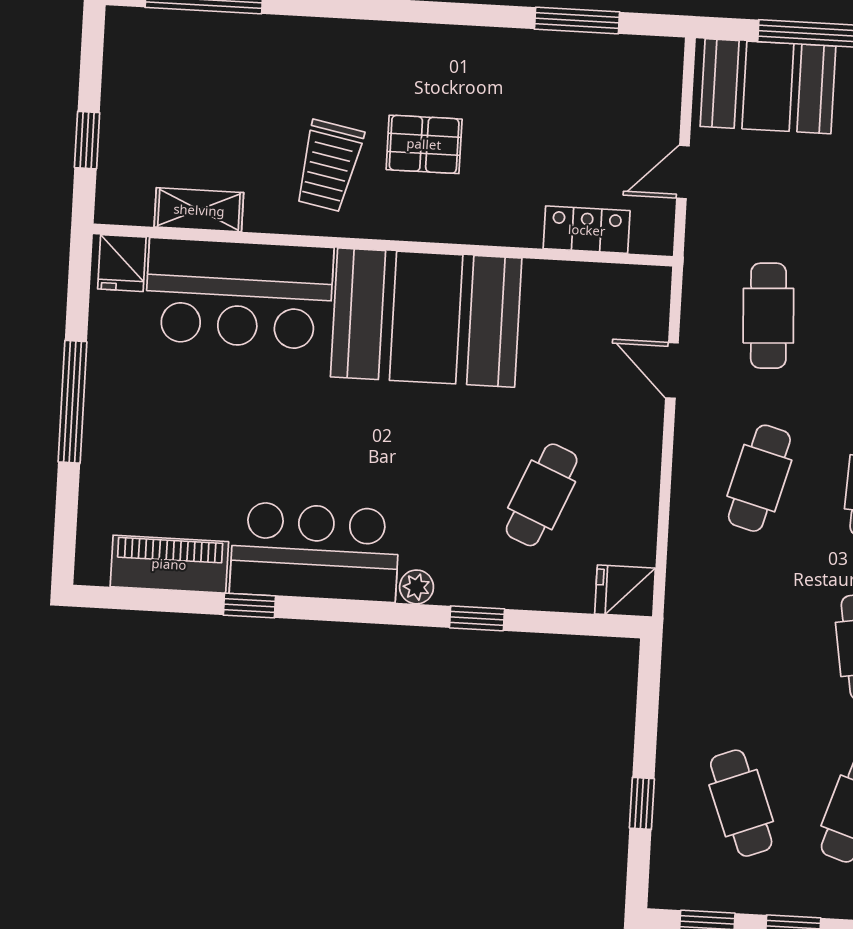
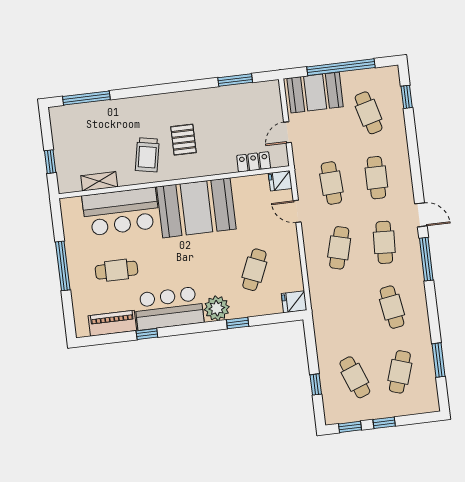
pallet: (424, 144) -> (183, 140), turned 90
fridge: (122, 263) -> (280, 181), moved, turned 90
cafe table: (203, 436) -> (116, 270), added
plant: (417, 587) -> (217, 308), width x1.88, depth x1.88

